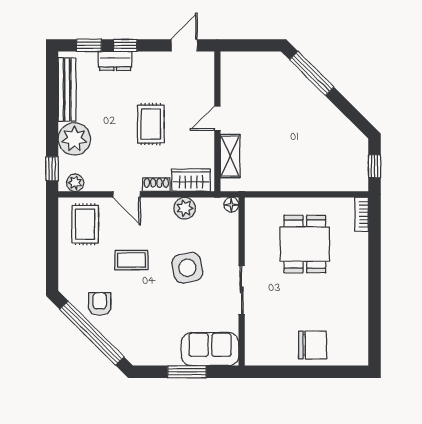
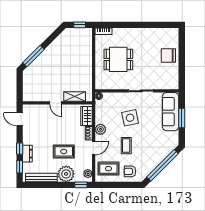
rug: (151, 124) -> (64, 151), moved
plant: (185, 208) -> (100, 129), moved
armchair: (100, 304) -> (130, 171), moved
chair: (313, 345) -> (168, 56), turned -90
sofa: (210, 349) -> (170, 112), width x1.36

